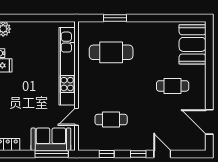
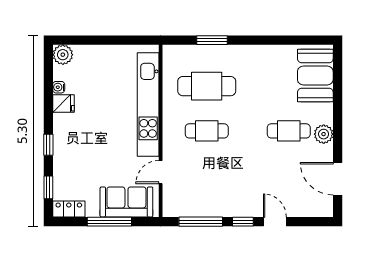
plant: (199, 88) -> (324, 134), added
cafe table: (111, 120) -> (207, 131), moved
window: (52, 154) -> (109, 222), moved
window: (107, 154) -> (201, 222), width x2.17

